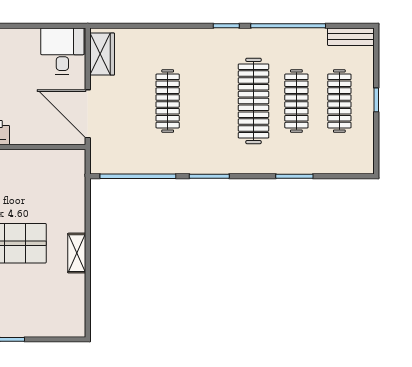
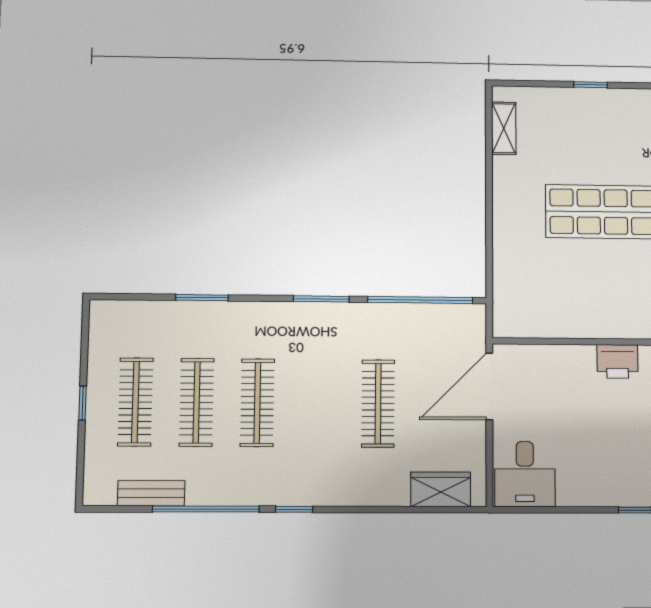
bench: (351, 37) -> (151, 493), moved
wardrobe: (102, 54) -> (441, 489), moved, turned 90
clothes rail: (253, 101) -> (257, 403), width x0.73, depth x0.76
door: (88, 114) -> (489, 386), swing flipped
shelving: (77, 253) -> (504, 128), moved

